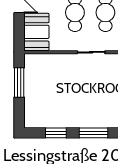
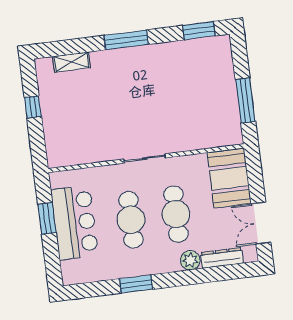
window: (56, 133) -> (199, 31), moved

